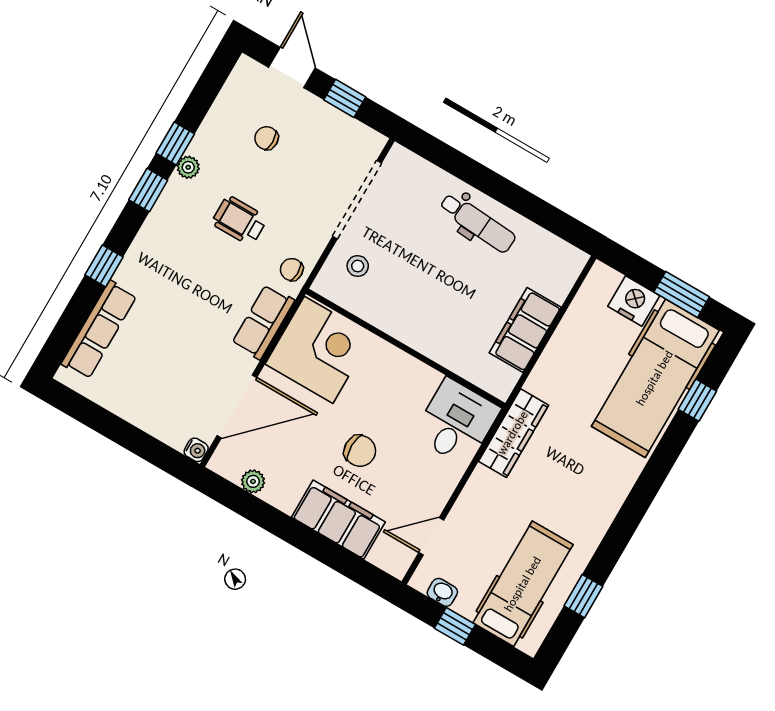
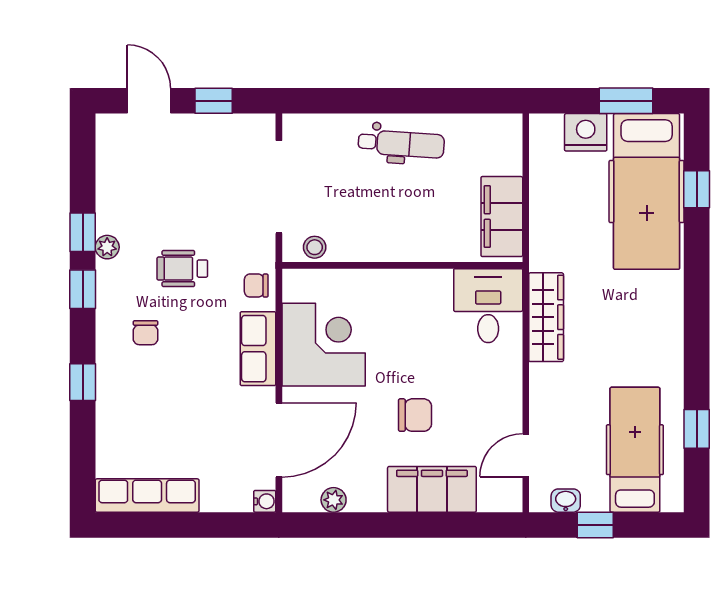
chair: (267, 138) -> (146, 333), moved, turned -90
row of seats: (99, 330) -> (147, 496), moved, turned -90
wall: (406, 348) -> (402, 265), moved
desk: (457, 422) -> (488, 306), moved

